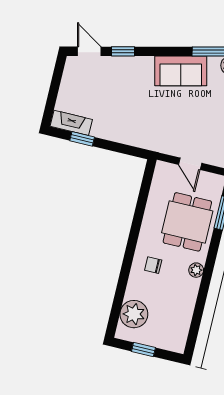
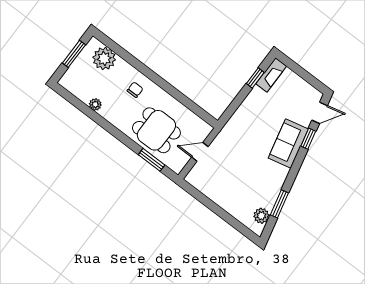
sofa: (181, 71) -> (288, 143), moved
plant: (196, 270) -> (95, 104), moved
window: (143, 349) -> (74, 54), width x1.50

